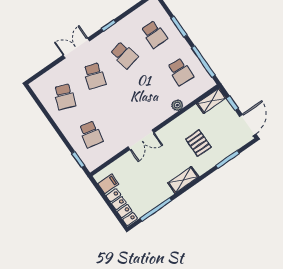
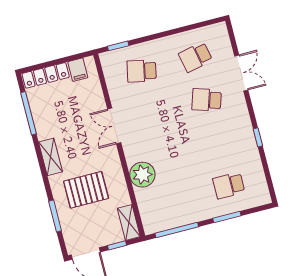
double door: (76, 48) -> (241, 73), moved
school desk: (124, 55) -> (218, 143), removed
school desk: (180, 72) -> (175, 199), removed
school desk: (65, 97) -> (195, 57), turned -33
plant: (177, 105) -> (142, 175), width x1.87, depth x1.87
pallet: (198, 143) -> (86, 190), width x1.50, depth x1.42

